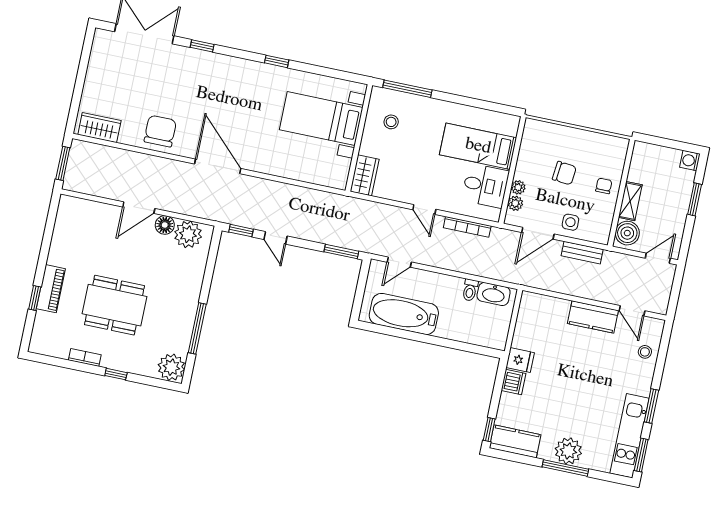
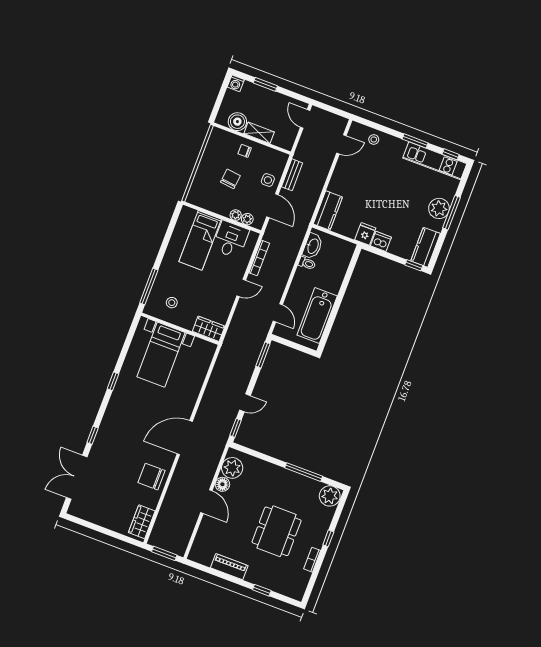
boiler: (627, 233) -> (237, 122), moved
piano: (51, 289) -> (229, 567), moved
kitchen counter: (593, 317) -> (328, 211), moved
window: (641, 455) -> (451, 154), width x0.67

